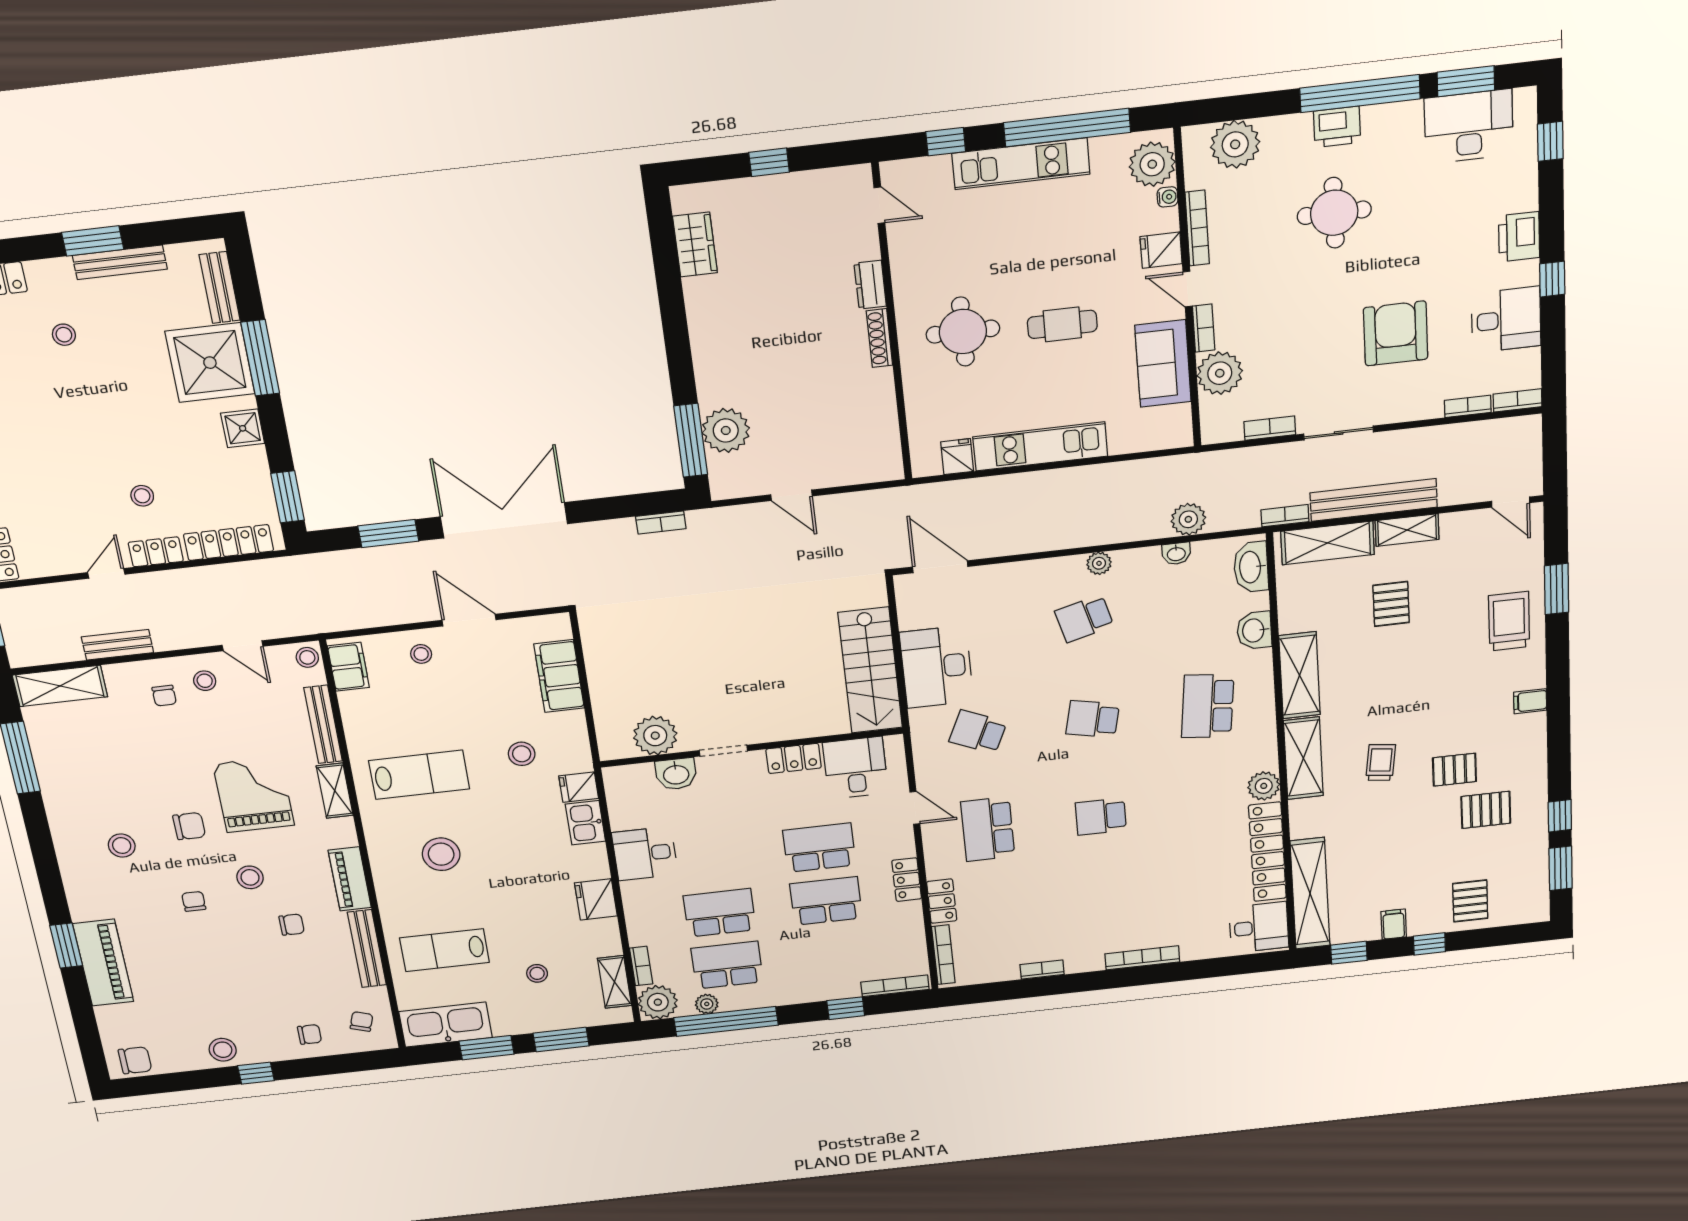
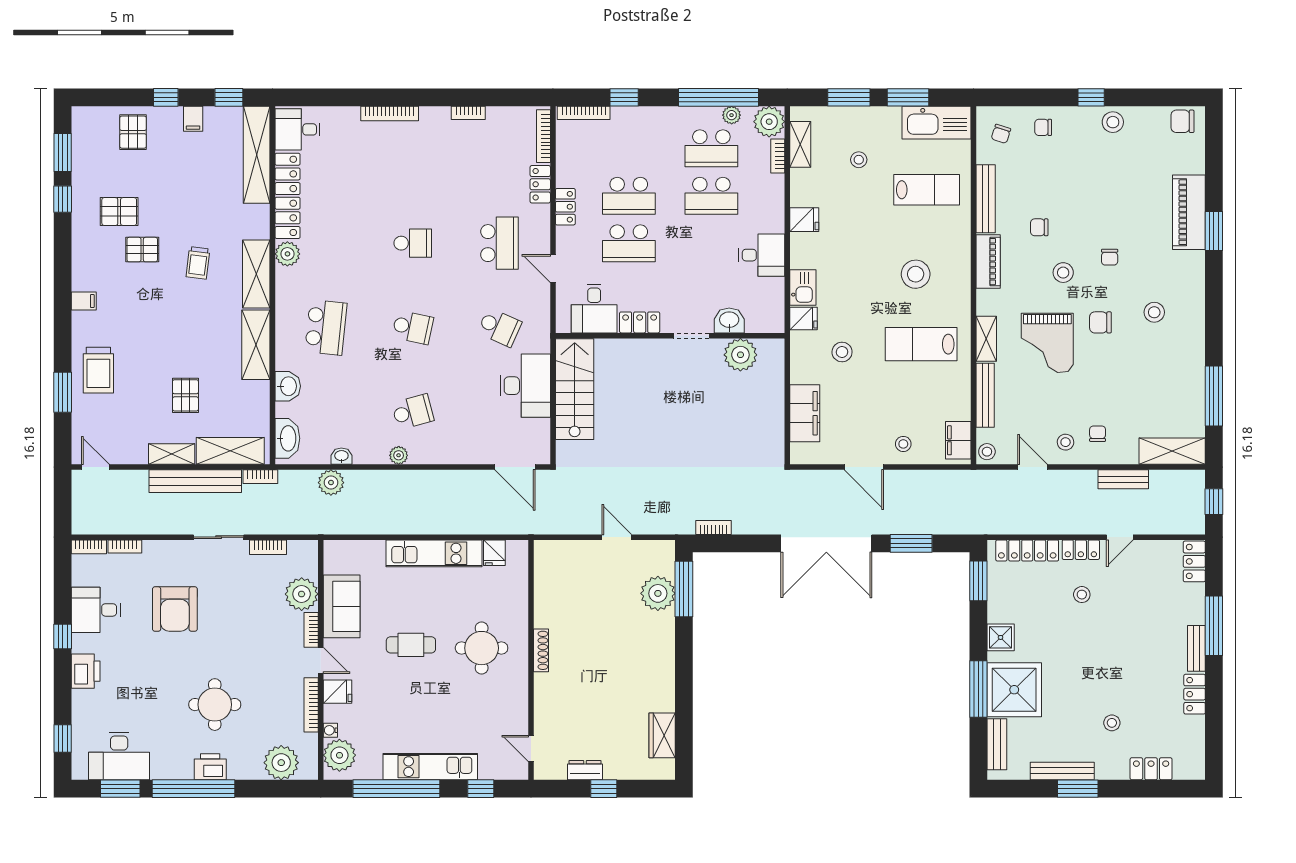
dresser: (870, 285) -> (585, 770), moved, turned -90
fridge: (596, 899) -> (804, 220), width x0.72

